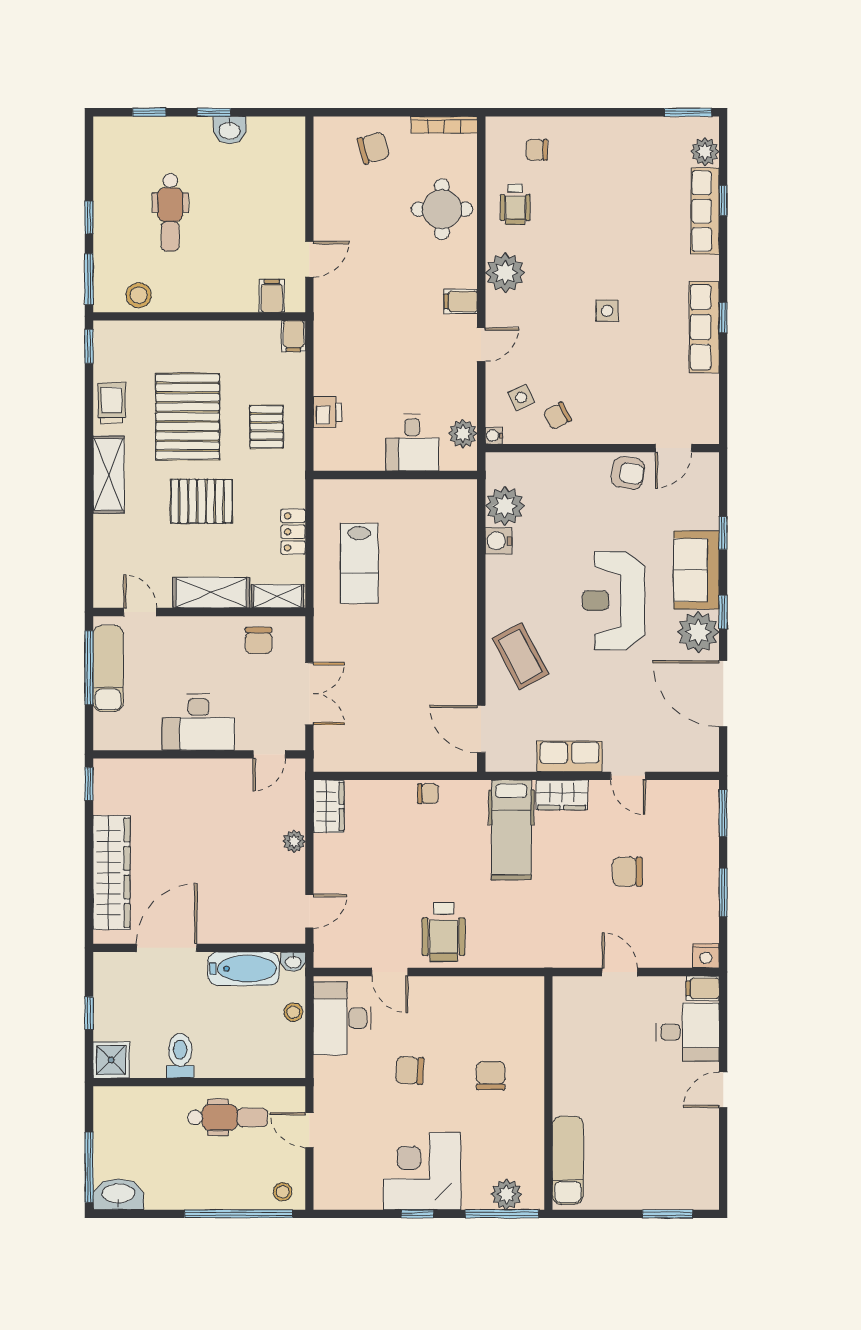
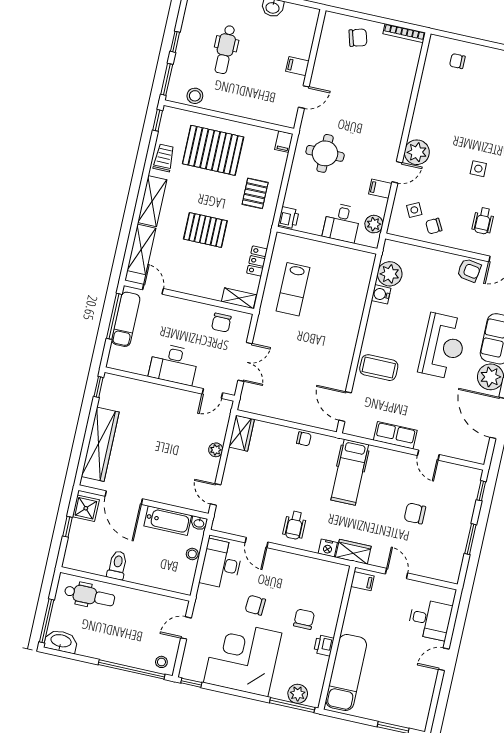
wheelchair: (515, 204) -> (483, 221), moved
round table: (442, 209) -> (325, 153), moved
plant: (505, 273) -> (417, 152), moved
filing cabinet: (272, 296) -> (297, 66), moved, turned -90
filing cabinet: (461, 301) -> (380, 189), moved
printer: (327, 412) -> (289, 218), moved
pallet: (188, 417) -> (213, 150), moved, turned 90
water cooler: (494, 436) -> (392, 229), removed
shelving: (211, 593) -> (141, 249), moved, turned 90
reception desk: (613, 601) -> (443, 346), turned 180
coffee table: (520, 656) -> (379, 368), turned -62
wardrobe: (562, 795) -> (353, 552), moved, turned 180
window: (723, 813) -> (481, 491), width x0.67
door: (309, 911) -> (216, 494), swing flipped
wheelchair: (443, 932) -> (295, 525), width x0.73, depth x0.73
door: (167, 948) -> (124, 498), swing flipped
nightstand: (706, 956) -> (328, 548), moved
filing cabinet: (703, 988) -> (362, 581), moved, turned 180
shower: (111, 1060) -> (86, 508), moved
printer: (531, 1110) -> (324, 645), added
dental chair: (228, 1117) -> (90, 596), moved
door: (309, 1130) -> (186, 628), hinge flipped
exam couch: (568, 1160) -> (346, 672), width x1.36, depth x1.45
corner desk: (422, 1171) -> (243, 658), width x1.36, depth x1.36
window: (417, 1214) -> (191, 683), moved

